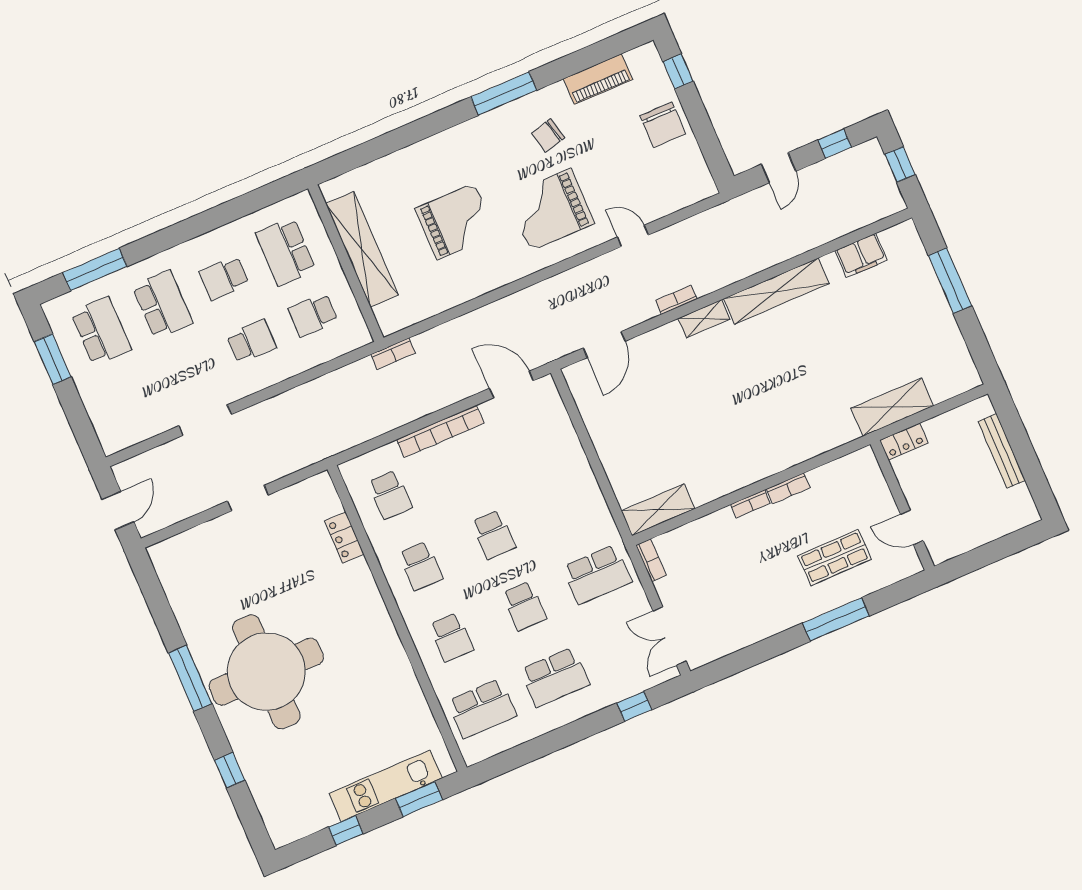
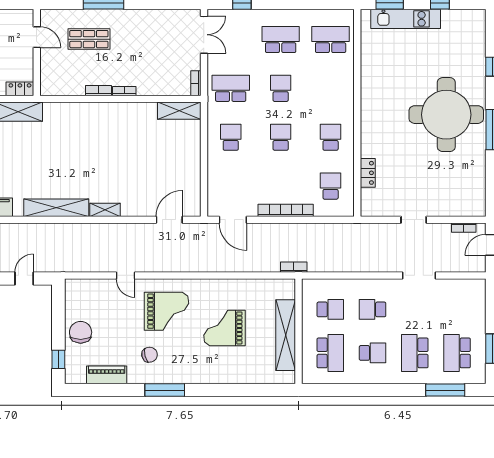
bookcase: (676, 300) -> (464, 228), moved
school desk: (451, 637) -> (231, 137), moved

